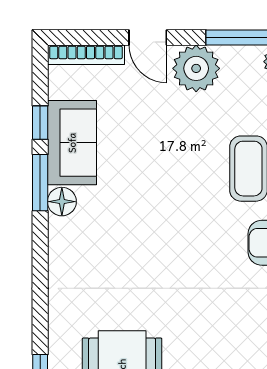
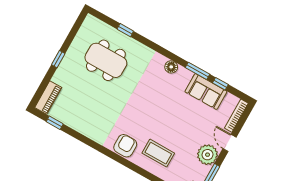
door: (148, 38) -> (230, 143), hinge flipped
floor lamp: (62, 202) -> (171, 67), moved

